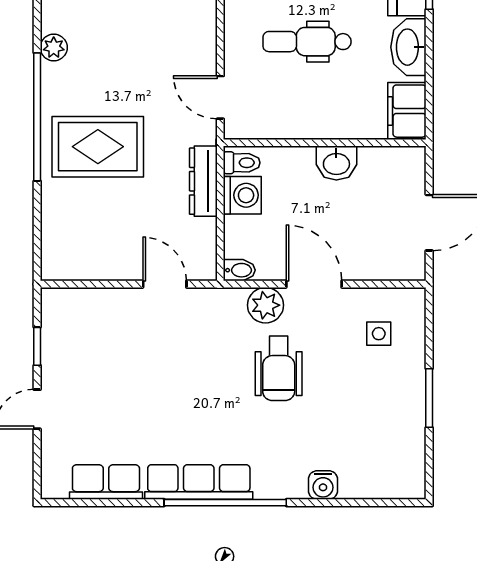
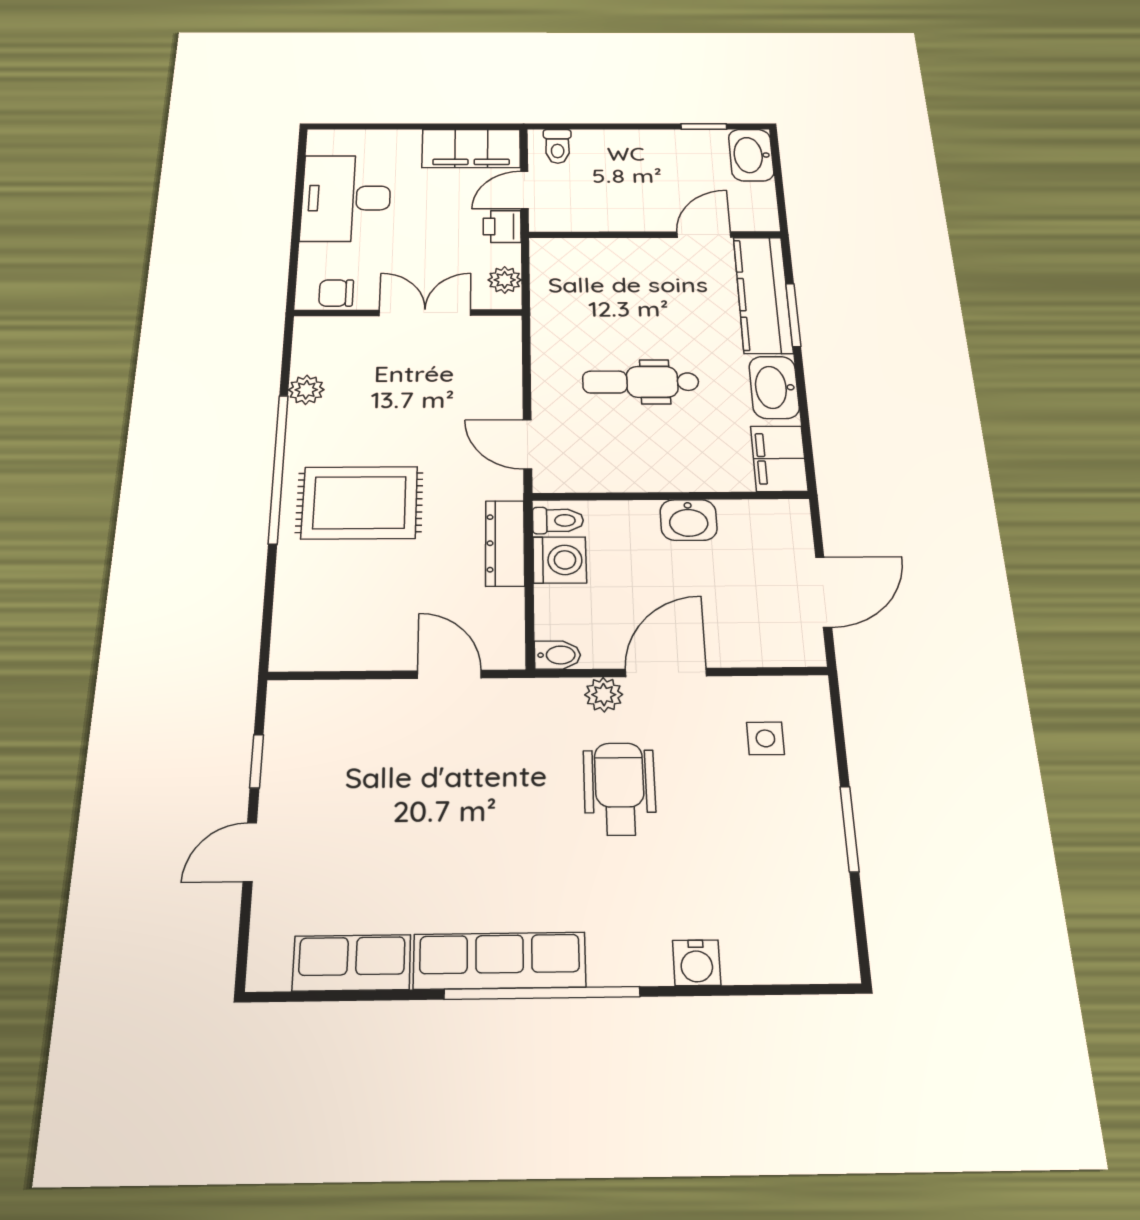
door: (314, 284) -> (666, 672), hinge flipped
plant: (265, 305) -> (604, 695), width x0.73, depth x0.73
wheelchair: (279, 368) -> (620, 789), turned 180

